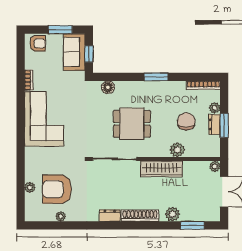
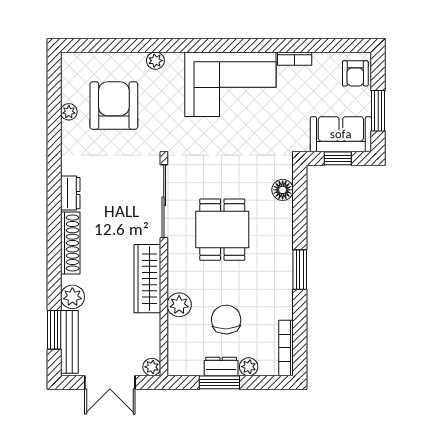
chair: (186, 121) -> (226, 320), turned -92
plant: (30, 187) -> (155, 61), moved
bench: (200, 216) -> (69, 342), added

